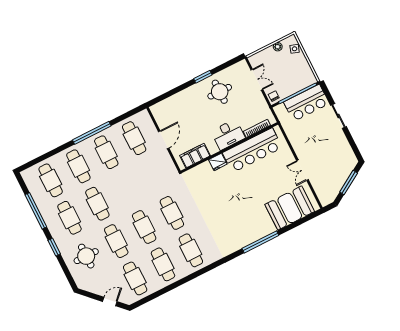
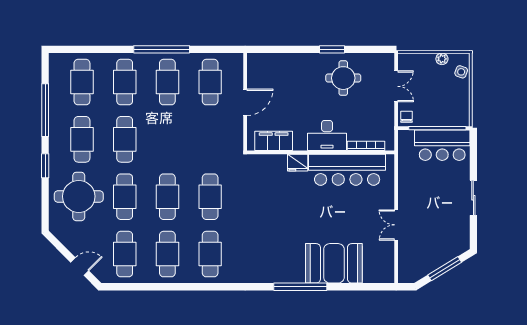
sliding door: (338, 116) -> (473, 198), moved
booth: (290, 208) -> (334, 263), moved
round table: (86, 256) -> (79, 196), width x1.36, depth x1.36

